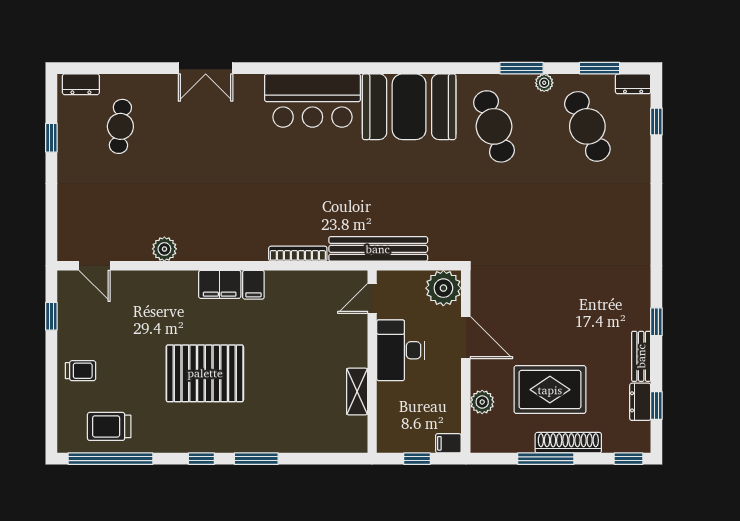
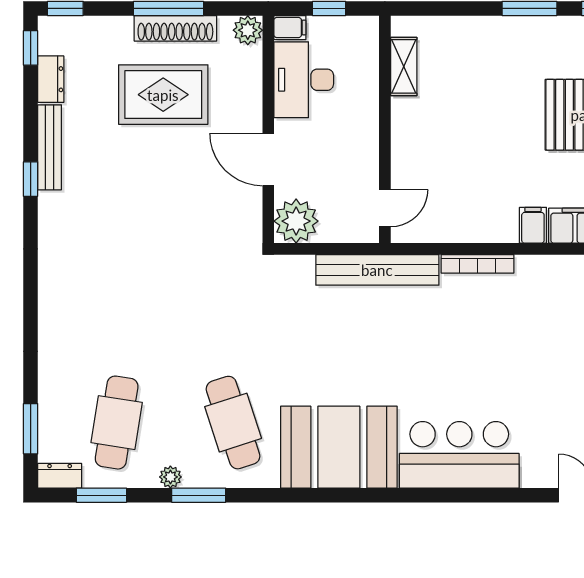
window: (656, 121) -> (31, 429), width x1.50
cafe table: (587, 126) -> (117, 423), turned 33
desk: (401, 350) -> (304, 80), moved, turned 180
bench: (641, 356) -> (50, 147), width x1.36
shelving: (357, 391) -> (404, 66), moved
plant: (482, 402) -> (248, 30), moved
window: (656, 406) -> (31, 48), moved
shoe rack: (568, 443) -> (175, 28), moved

